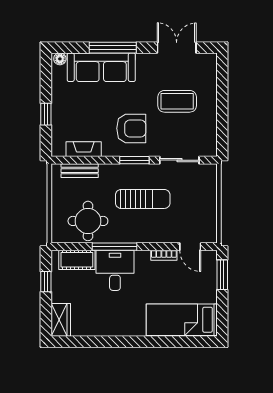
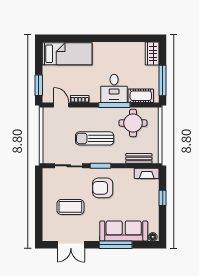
fireplace: (84, 149) -> (147, 173), moved
window: (46, 282) -> (163, 80), width x2.17

